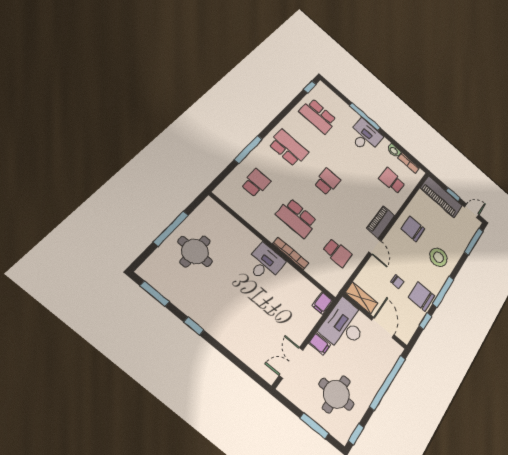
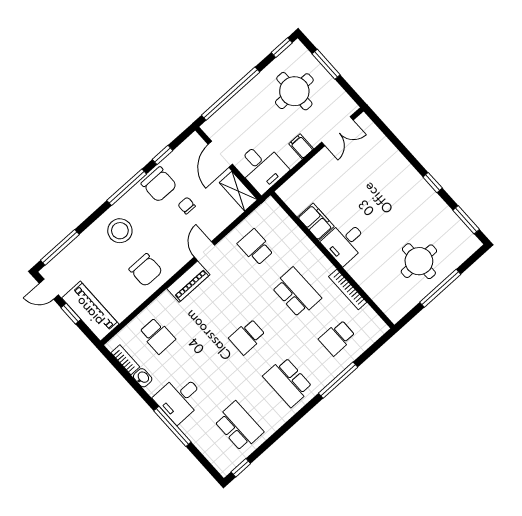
bookcase: (291, 253) -> (348, 289), moved
filing cabinet: (322, 303) -> (316, 222), moved, width x2.00
desk: (344, 325) -> (262, 167), width x0.73

